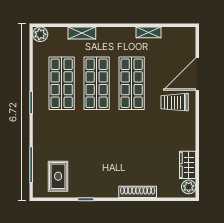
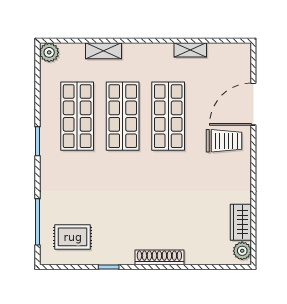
trolley: (175, 102) -> (224, 141), turned 180
rug: (58, 176) -> (73, 237), turned 90
shoe rack: (138, 192) -> (159, 257), moved

